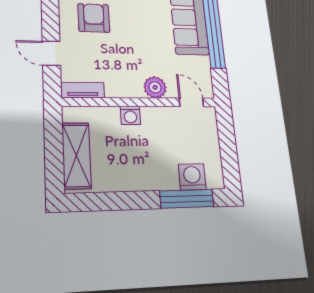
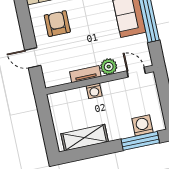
tv unit: (83, 90) -> (85, 74), moved
shelving: (76, 156) -> (85, 138), moved, turned 90

